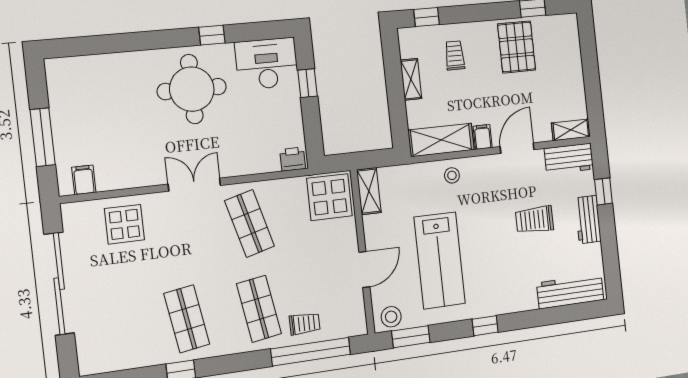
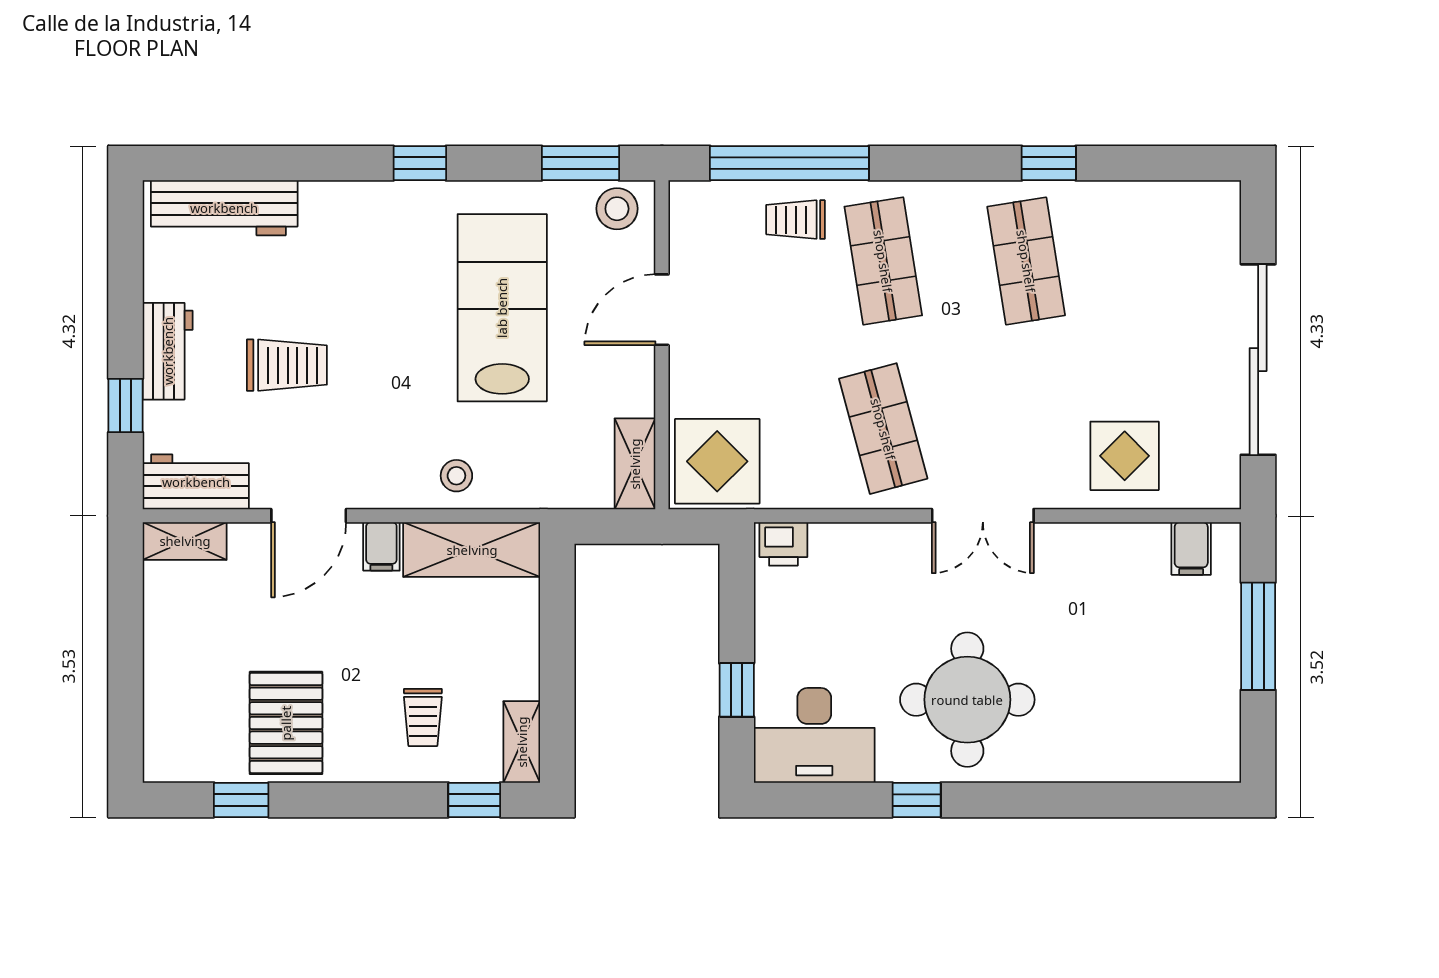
shelving: (411, 79) -> (522, 742), moved

